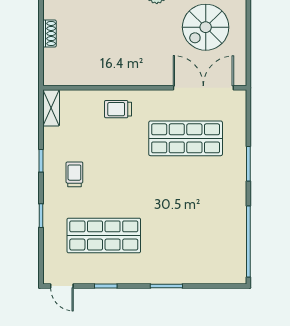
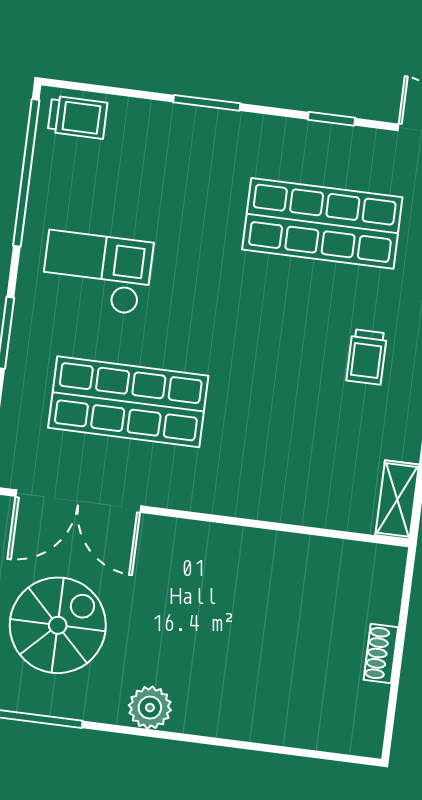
trolley: (118, 109) -> (78, 117), moved
checkout: (208, 198) -> (97, 273), added

